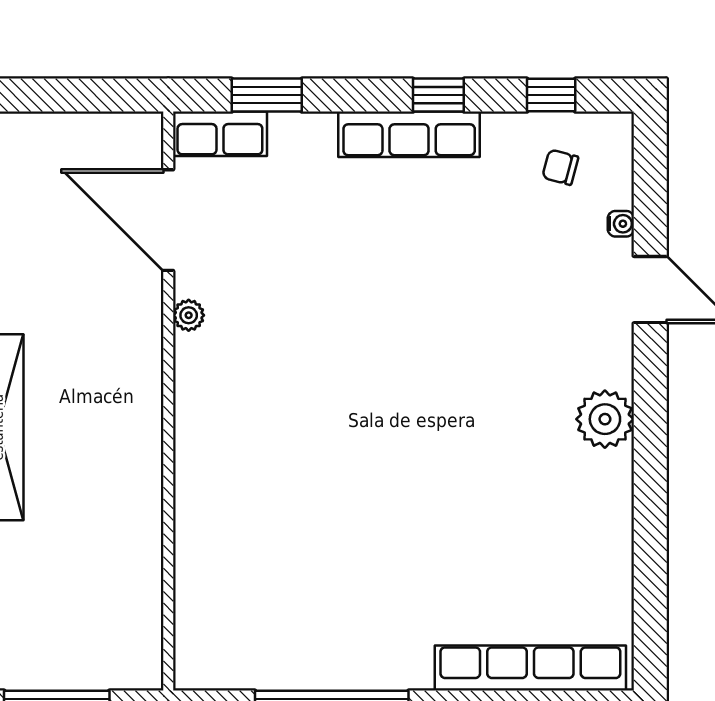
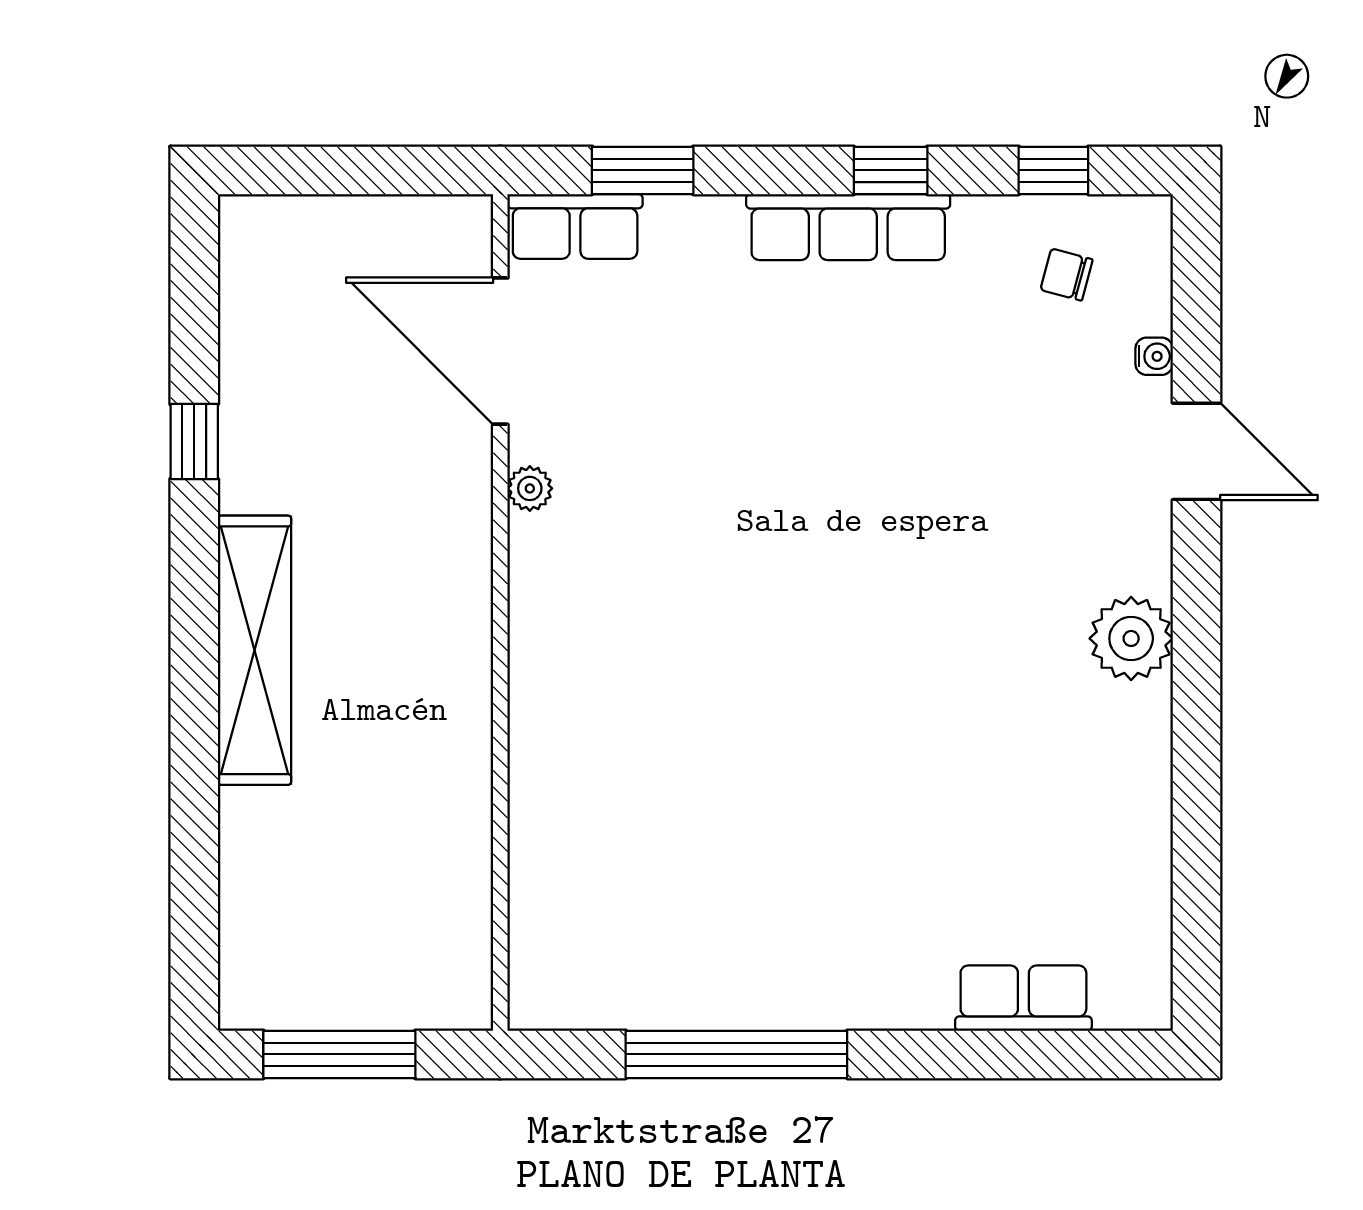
row of seats: (530, 668) -> (1023, 998), width x0.50

